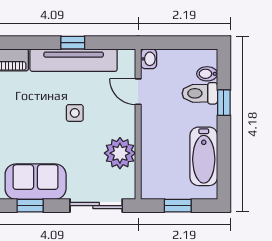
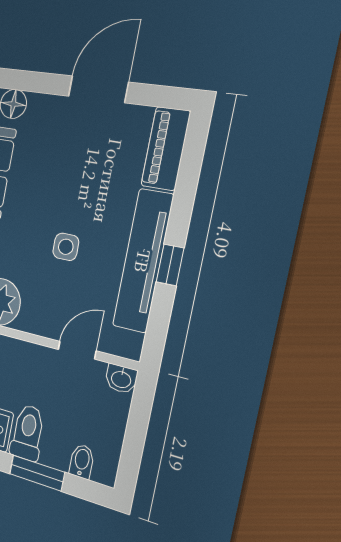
toilet: (200, 93) -> (28, 433), moved
window: (224, 103) -> (37, 473), width x1.50

